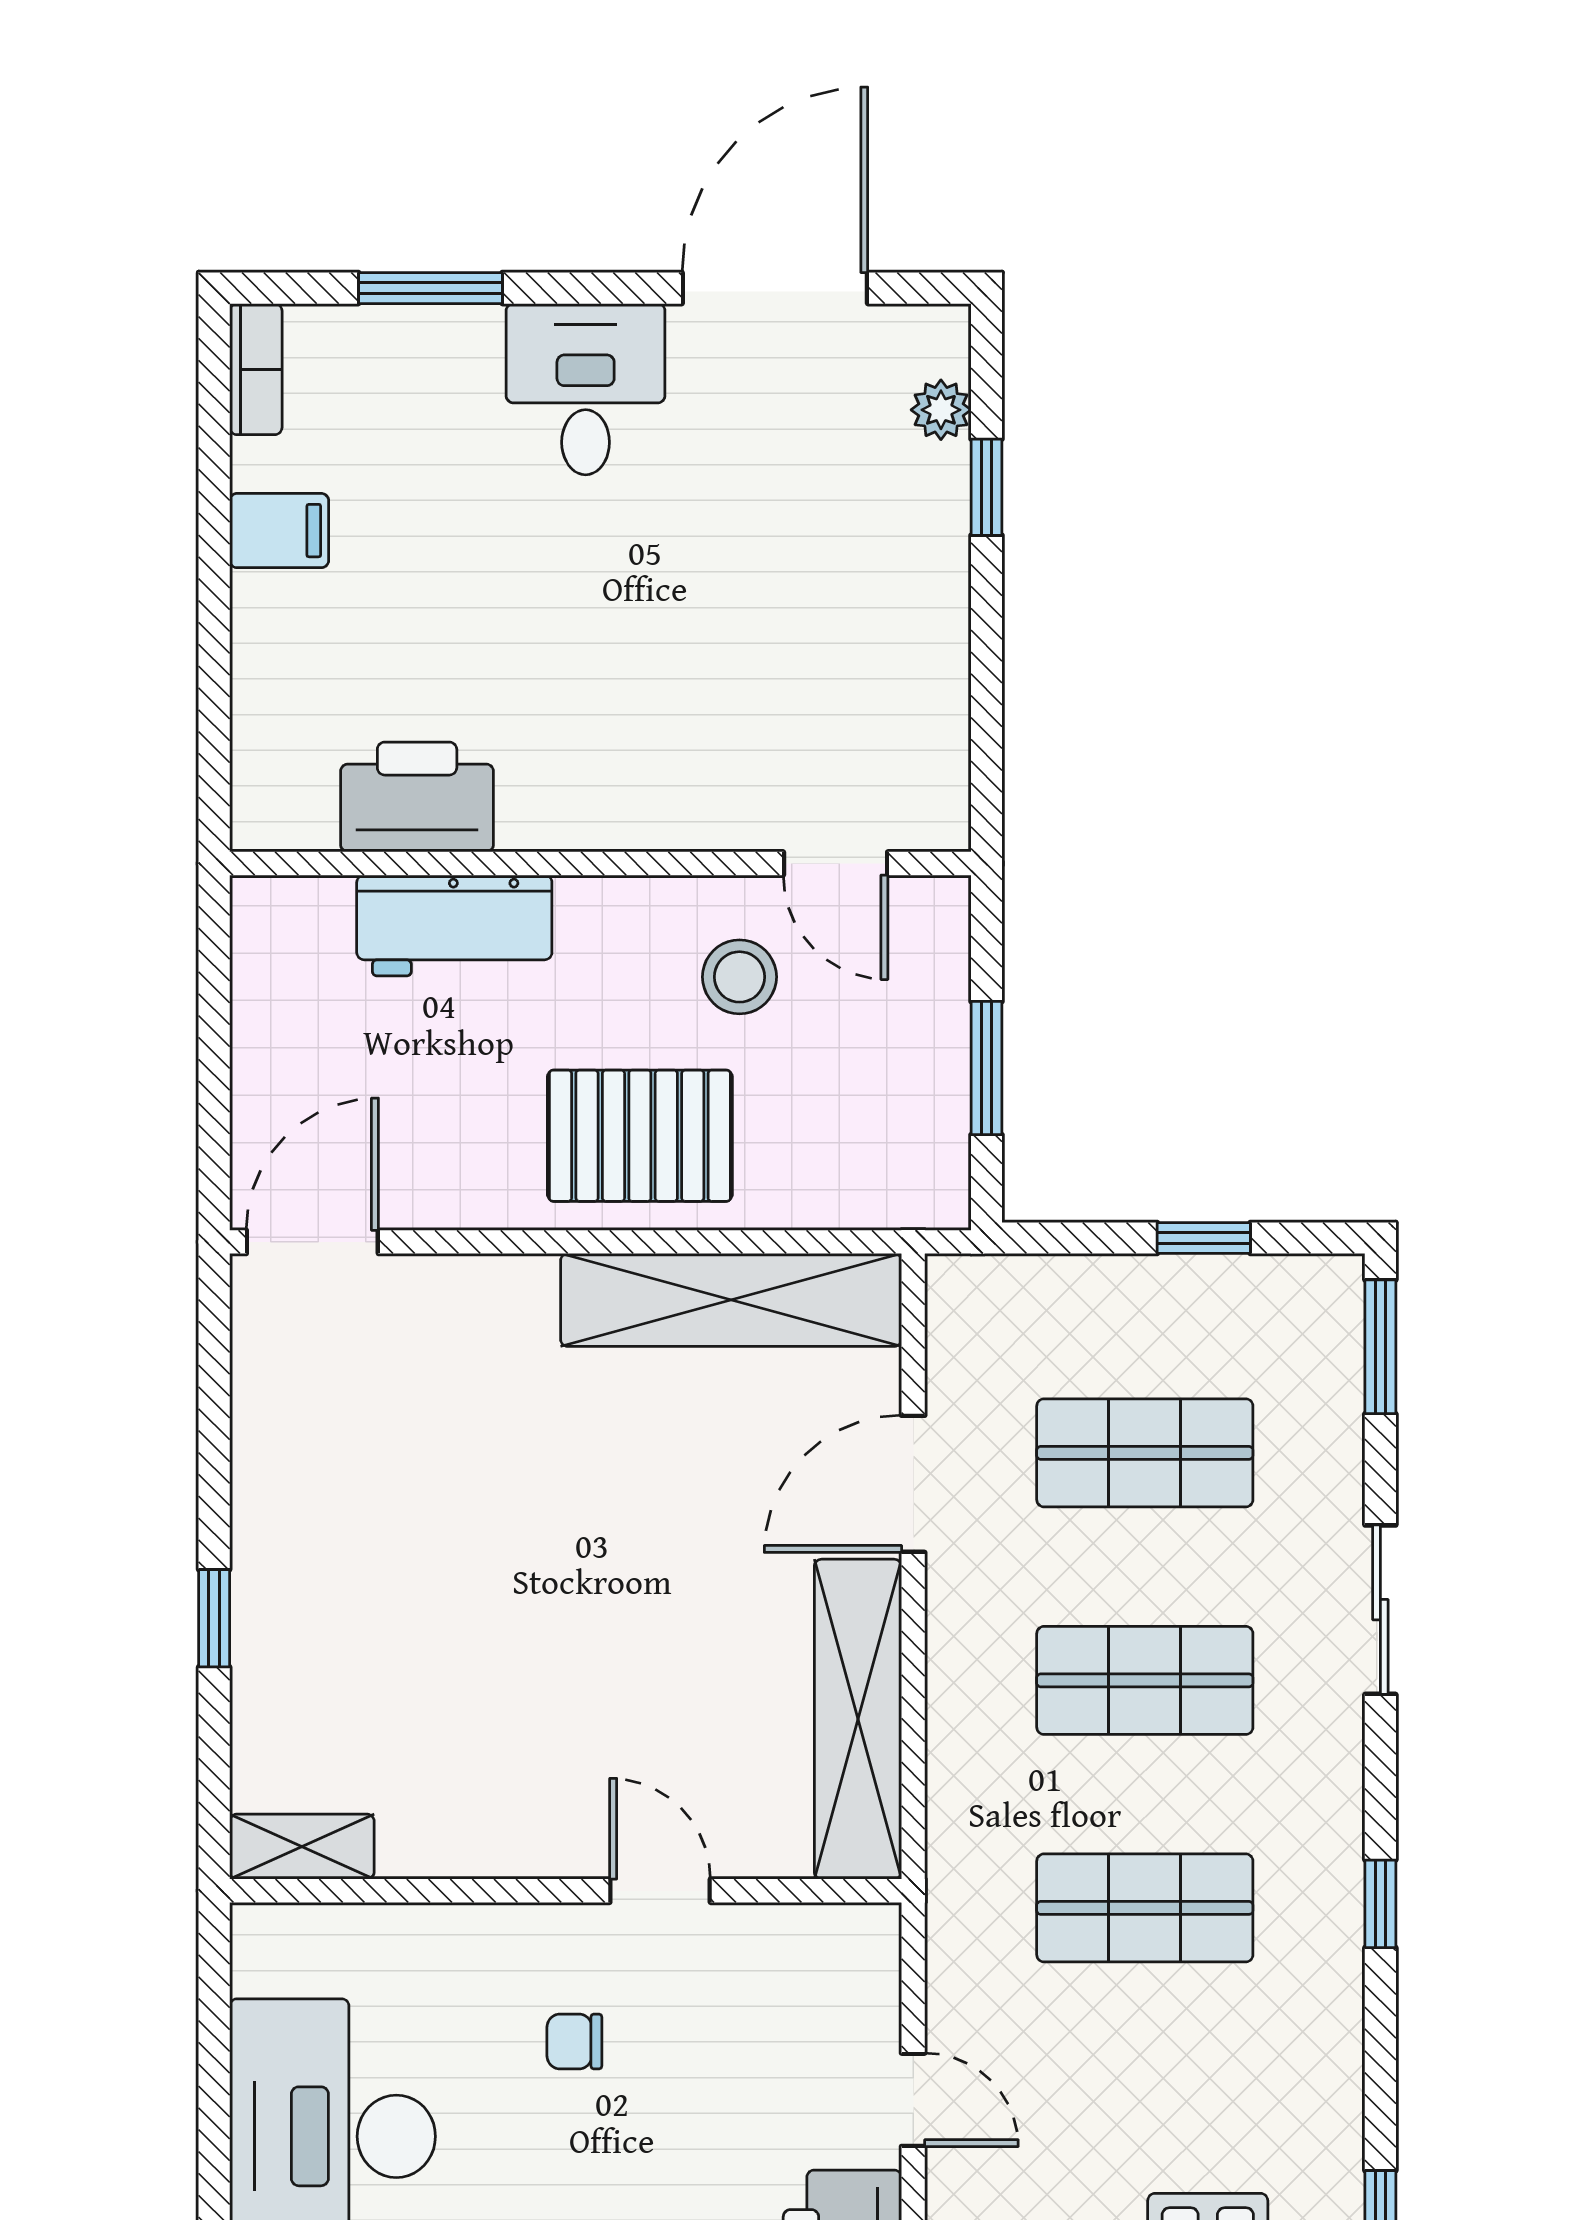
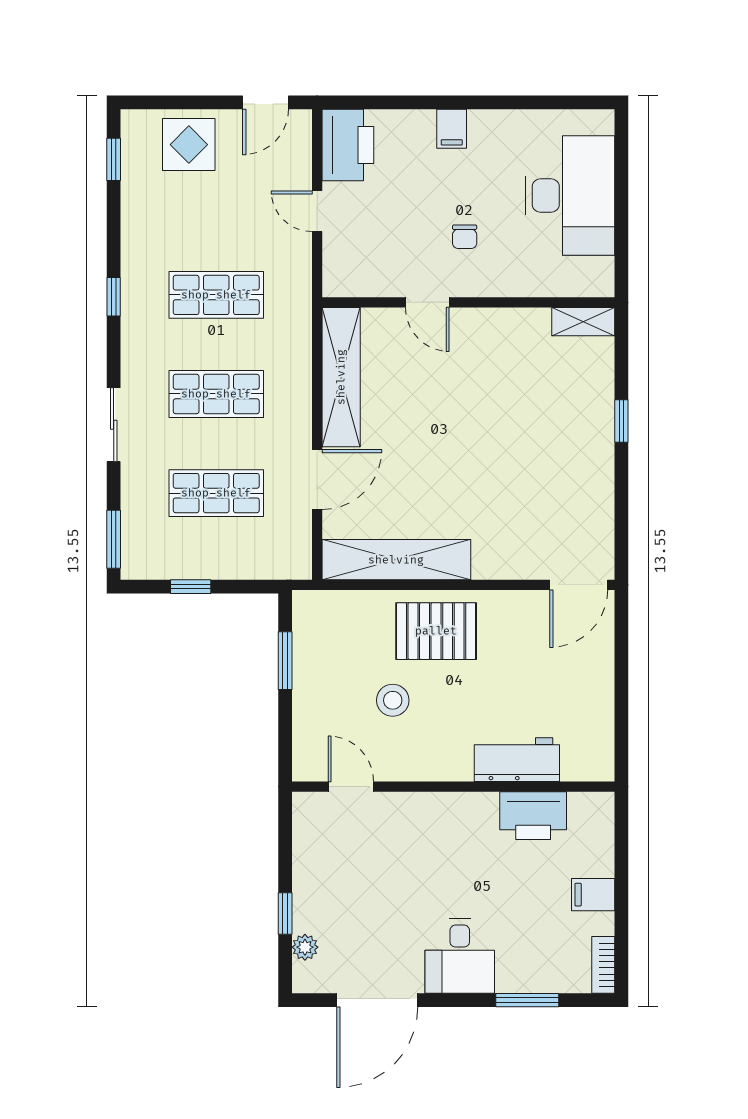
printer: (417, 797) -> (533, 816), moved
wall: (600, 863) -> (453, 787), moved
door: (836, 863) -> (351, 787), moved
workbench: (454, 925) -> (517, 760), moved
chair: (574, 2041) -> (465, 237), turned 90

